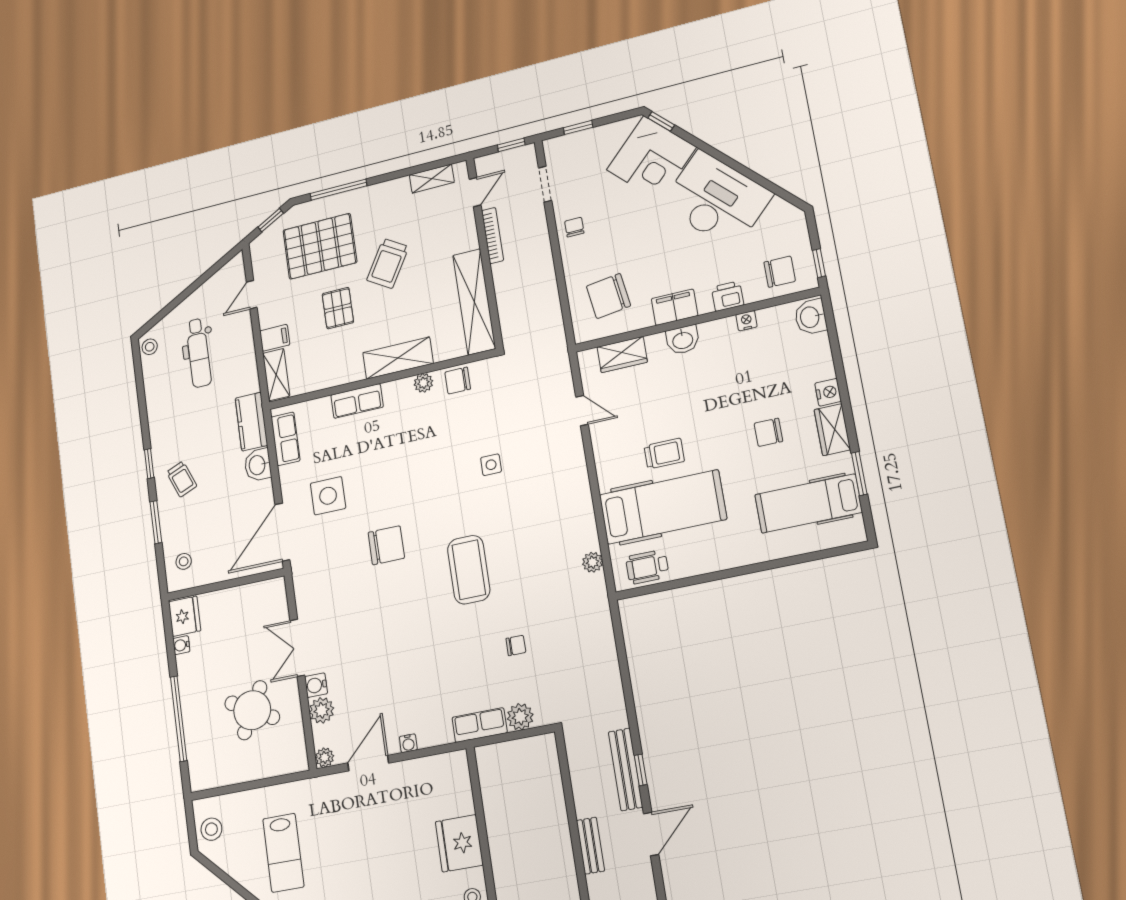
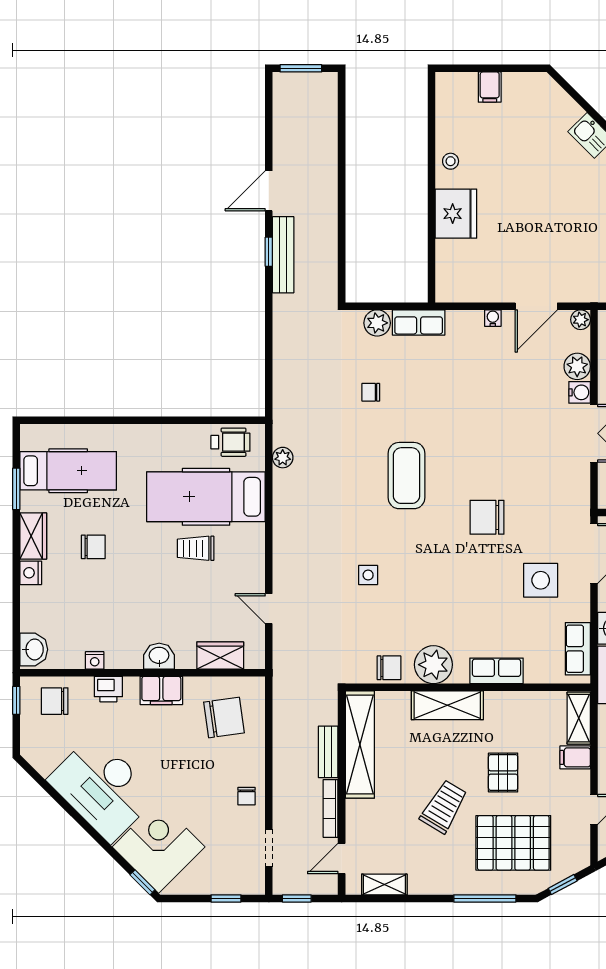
plant: (423, 383) -> (433, 665), width x1.88, depth x1.88
bench: (591, 846) -> (328, 752), moved

